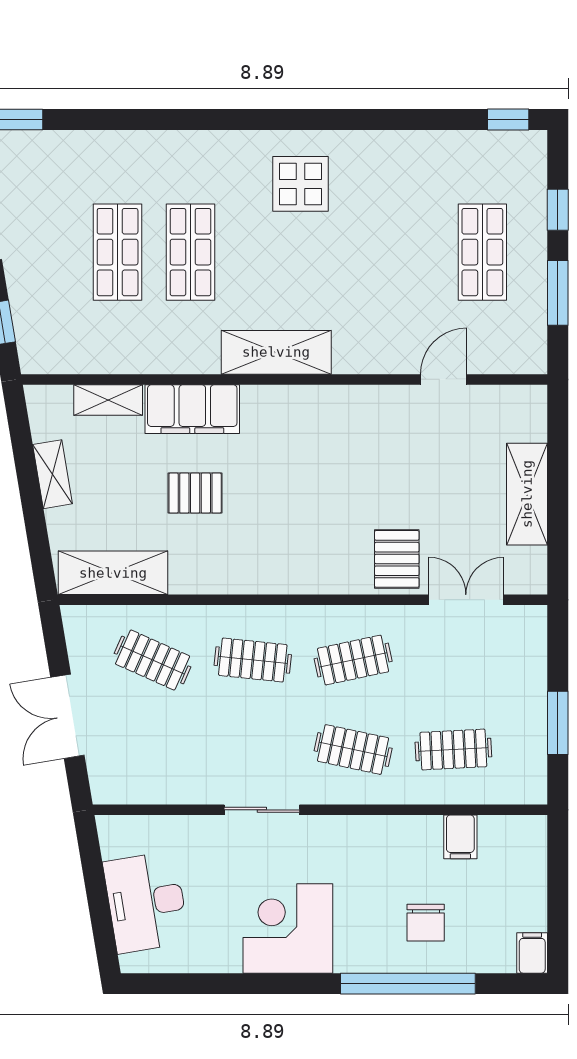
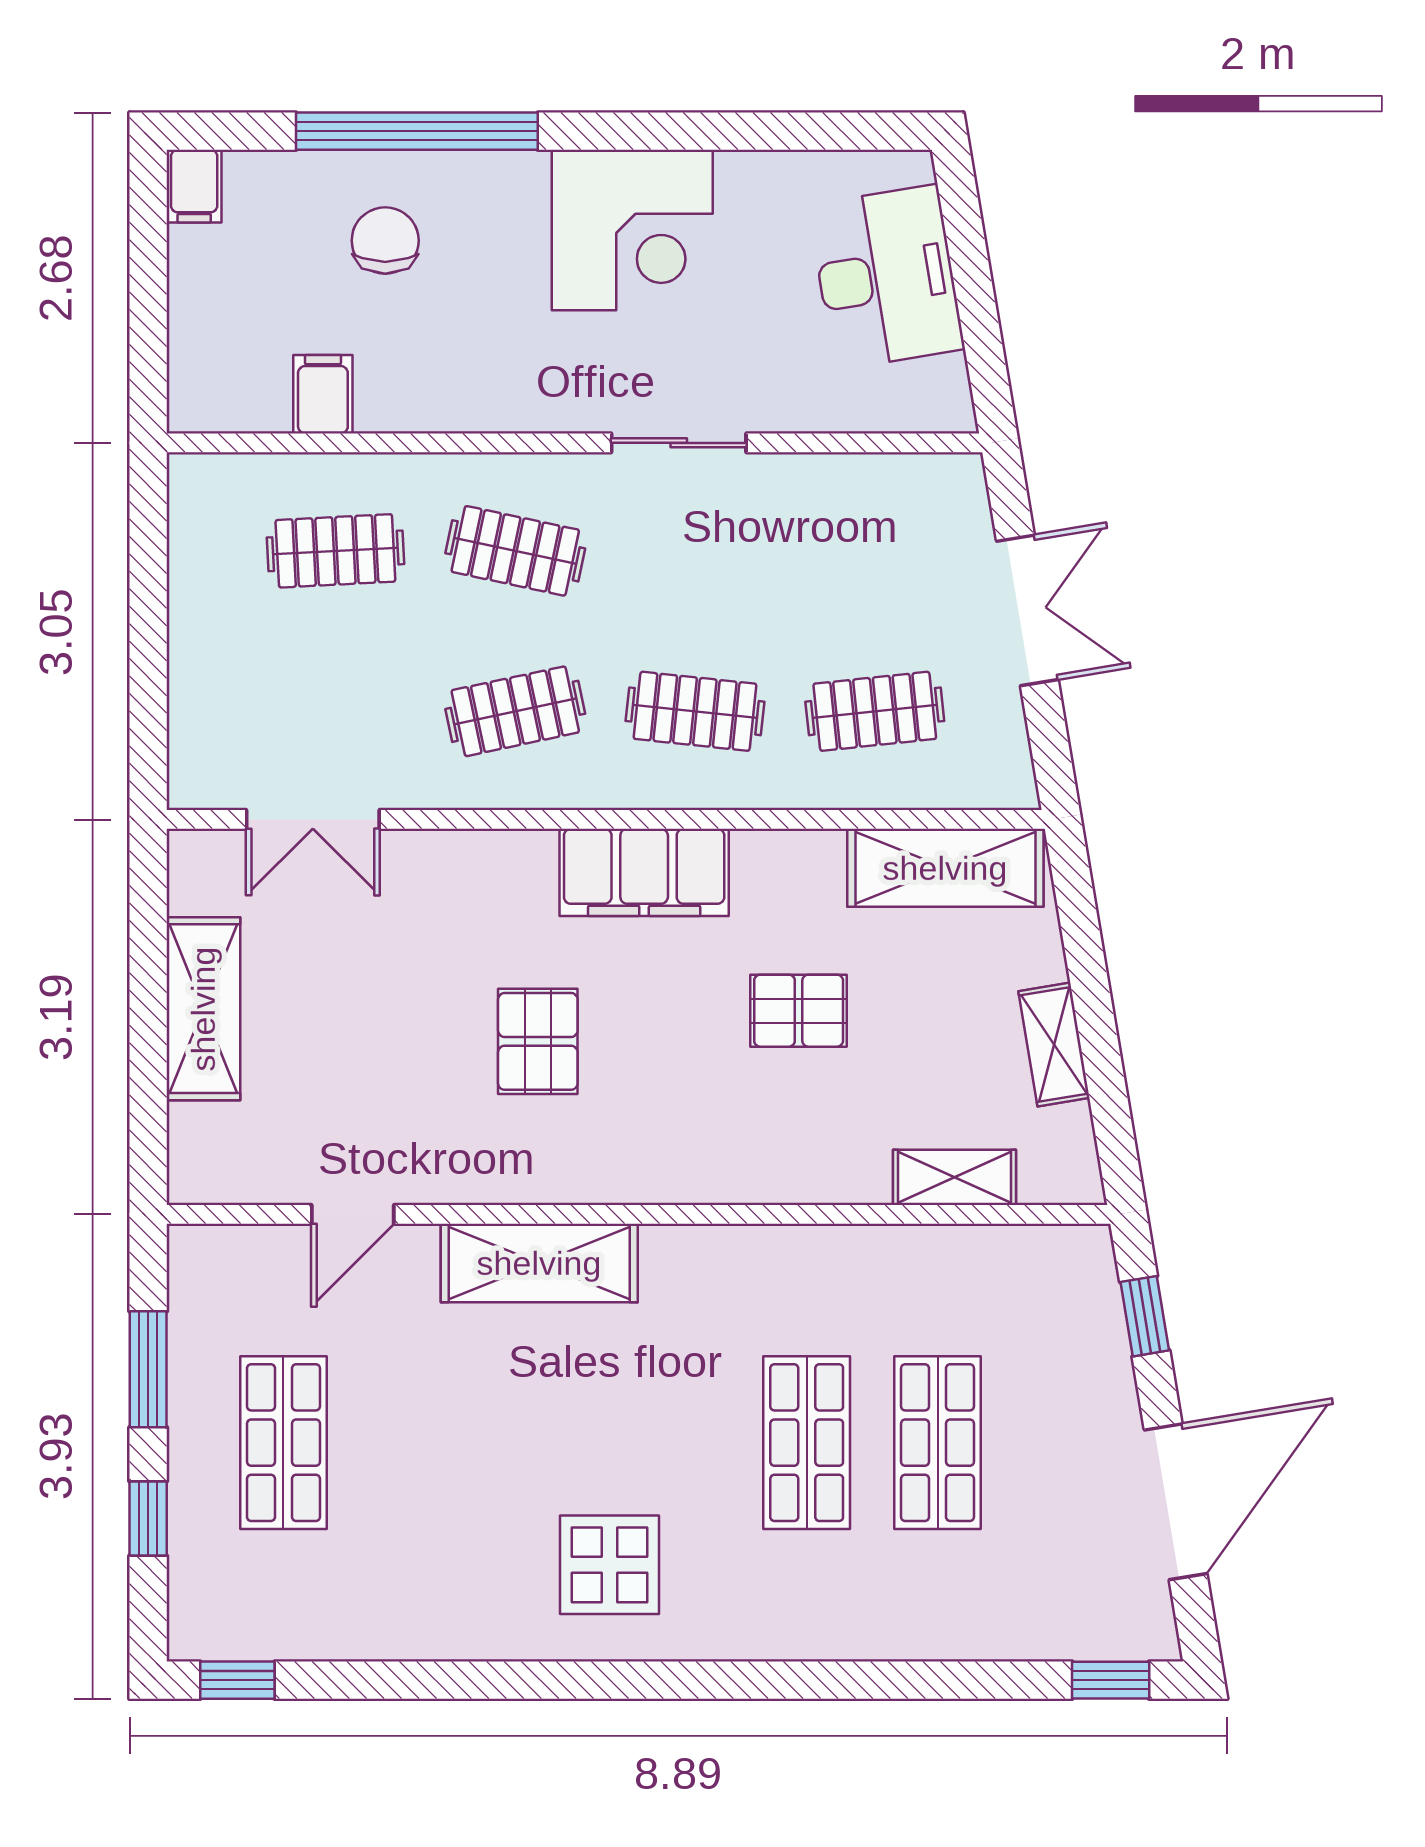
shelving: (276, 352) -> (539, 1263), moved
filing cabinet: (192, 409) -> (644, 872), moved, turned 180
pallet: (397, 559) -> (538, 1041), moved
clothes rail: (153, 660) -> (875, 711), turned -30
window: (558, 723) -> (148, 598), removed

